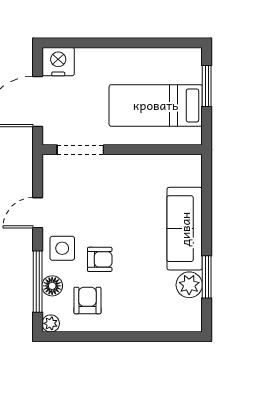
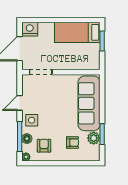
bed: (156, 105) -> (77, 32), moved
sofa: (185, 229) -> (89, 103), width x1.36, depth x1.27
armchair: (100, 259) -> (72, 143), moved

